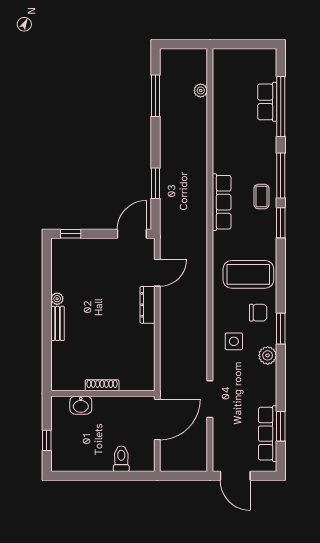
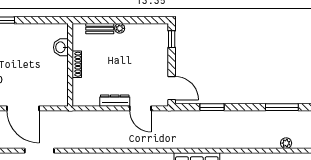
shoe rack: (102, 385) -> (77, 64), moved
wall: (103, 393) -> (70, 65), moved
washbasin: (81, 405) -> (61, 47), moved

